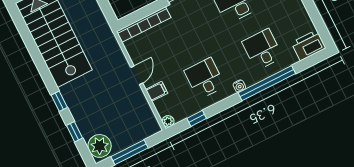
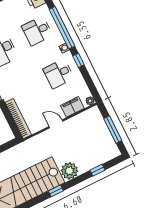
filing cabinet: (157, 91) -> (72, 107), width x2.00
window: (59, 101) -> (56, 191), moved
window: (197, 118) -> (78, 60), moved
plant: (100, 146) -> (69, 171), moved

